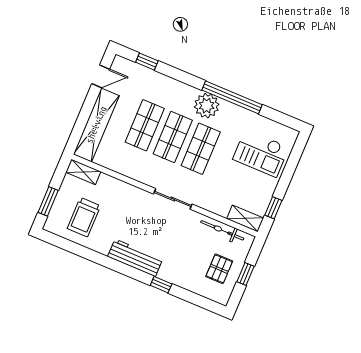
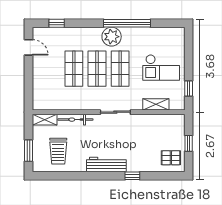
door: (101, 76) -> (29, 47), hinge flipped
shelving: (96, 125) -> (40, 83), removed
checkout: (261, 153) -> (161, 67), moved
shelving: (245, 218) -> (156, 104), moved
bicycle: (222, 230) -> (75, 120), moved
pallet: (219, 269) -> (171, 158), moved, turned 90

